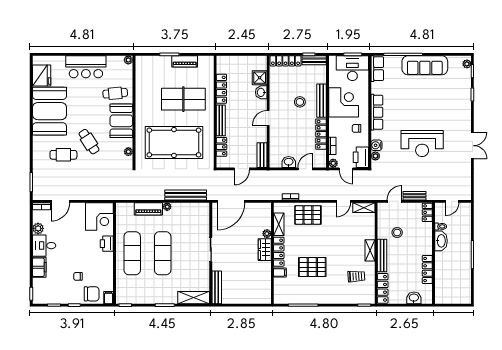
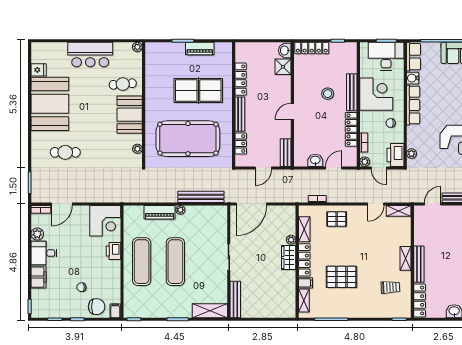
bench: (314, 60) -> (344, 47), removed
fridge: (42, 75) -> (39, 70), width x0.53, depth x0.75
washbasin: (261, 92) -> (285, 50), moved
cafe table: (89, 142) -> (94, 138), removed
water cooler: (376, 145) -> (413, 78), moved
pallet: (308, 215) -> (337, 219), width x0.67, depth x0.71
stool: (397, 232) -> (436, 239), removed
shelving: (278, 288) -> (304, 301), added

